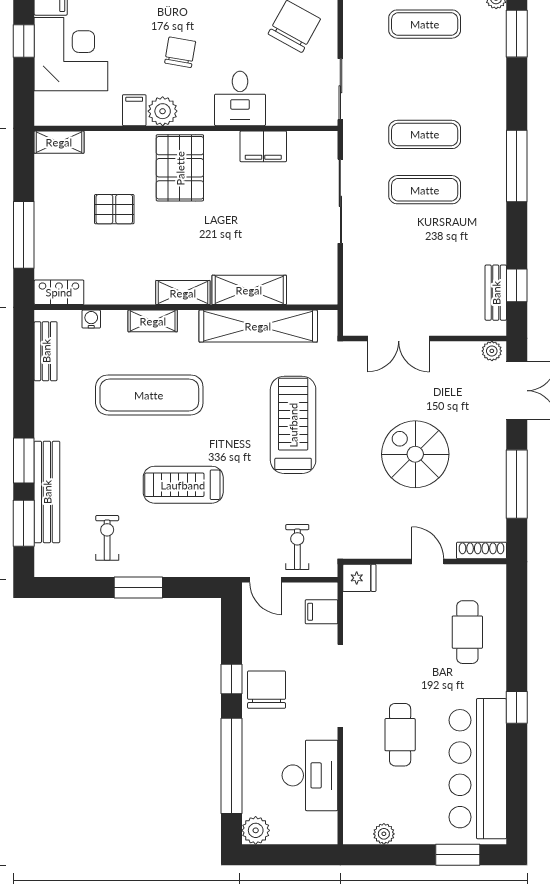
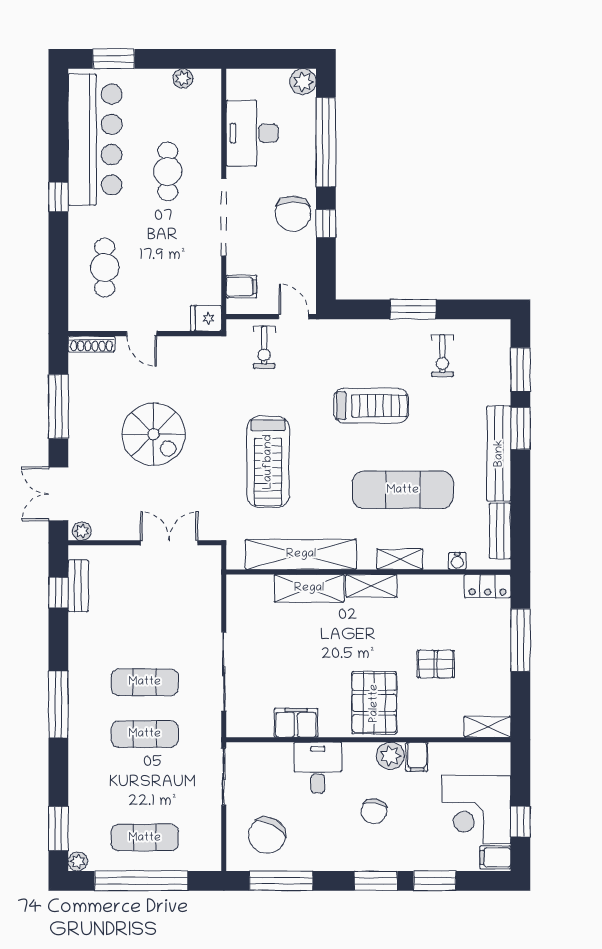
bench: (47, 492) -> (499, 453), moved

